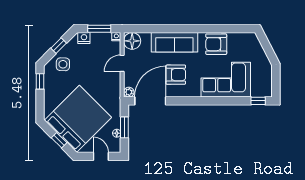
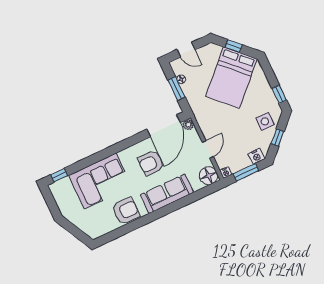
bed: (78, 119) -> (231, 78), width x0.73

